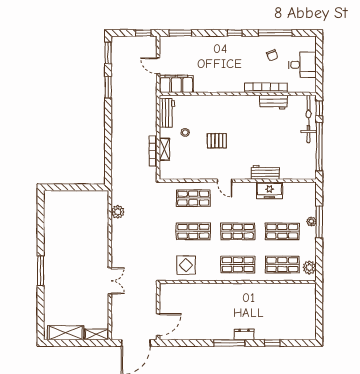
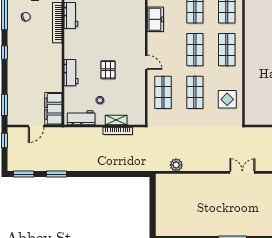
workbench: (265, 172) -> (71, 73), moved, turned 180
door: (225, 181) -> (146, 62), hinge flipped

